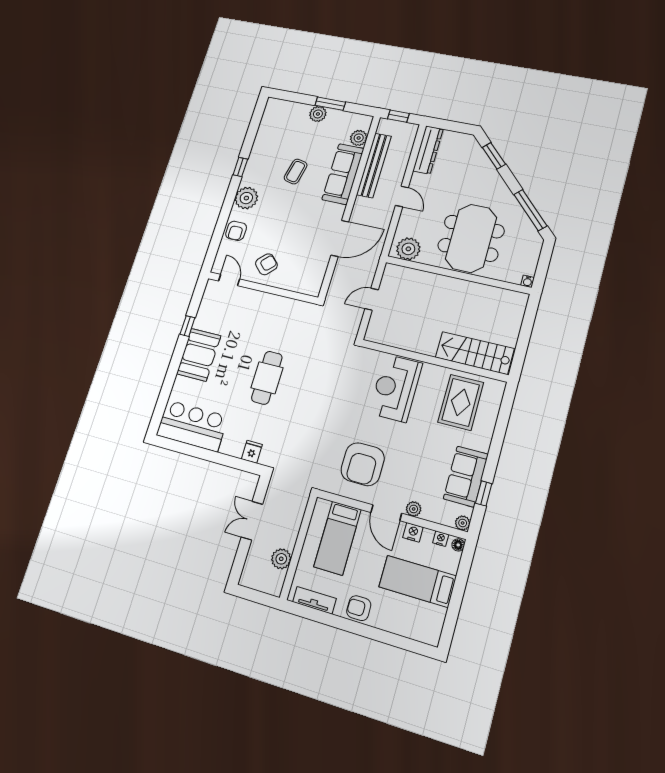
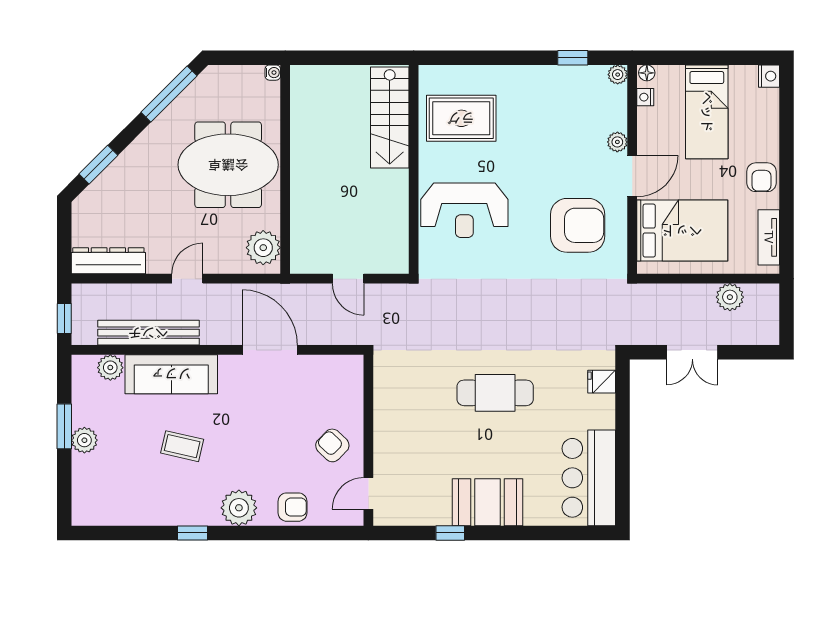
sofa: (466, 477) -> (557, 86), removed
nightstand: (413, 532) -> (769, 76), moved, turned 180
bed: (338, 538) -> (682, 231), width x1.50

